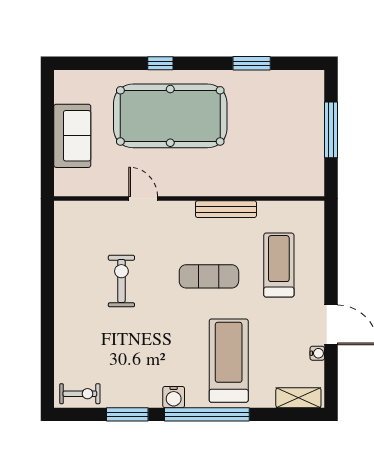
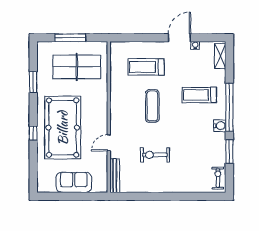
table tennis table: (279, 141) -> (77, 67), added
bench: (226, 209) -> (115, 176), moved
treadmill: (229, 361) -> (199, 95), width x0.73, depth x0.73

